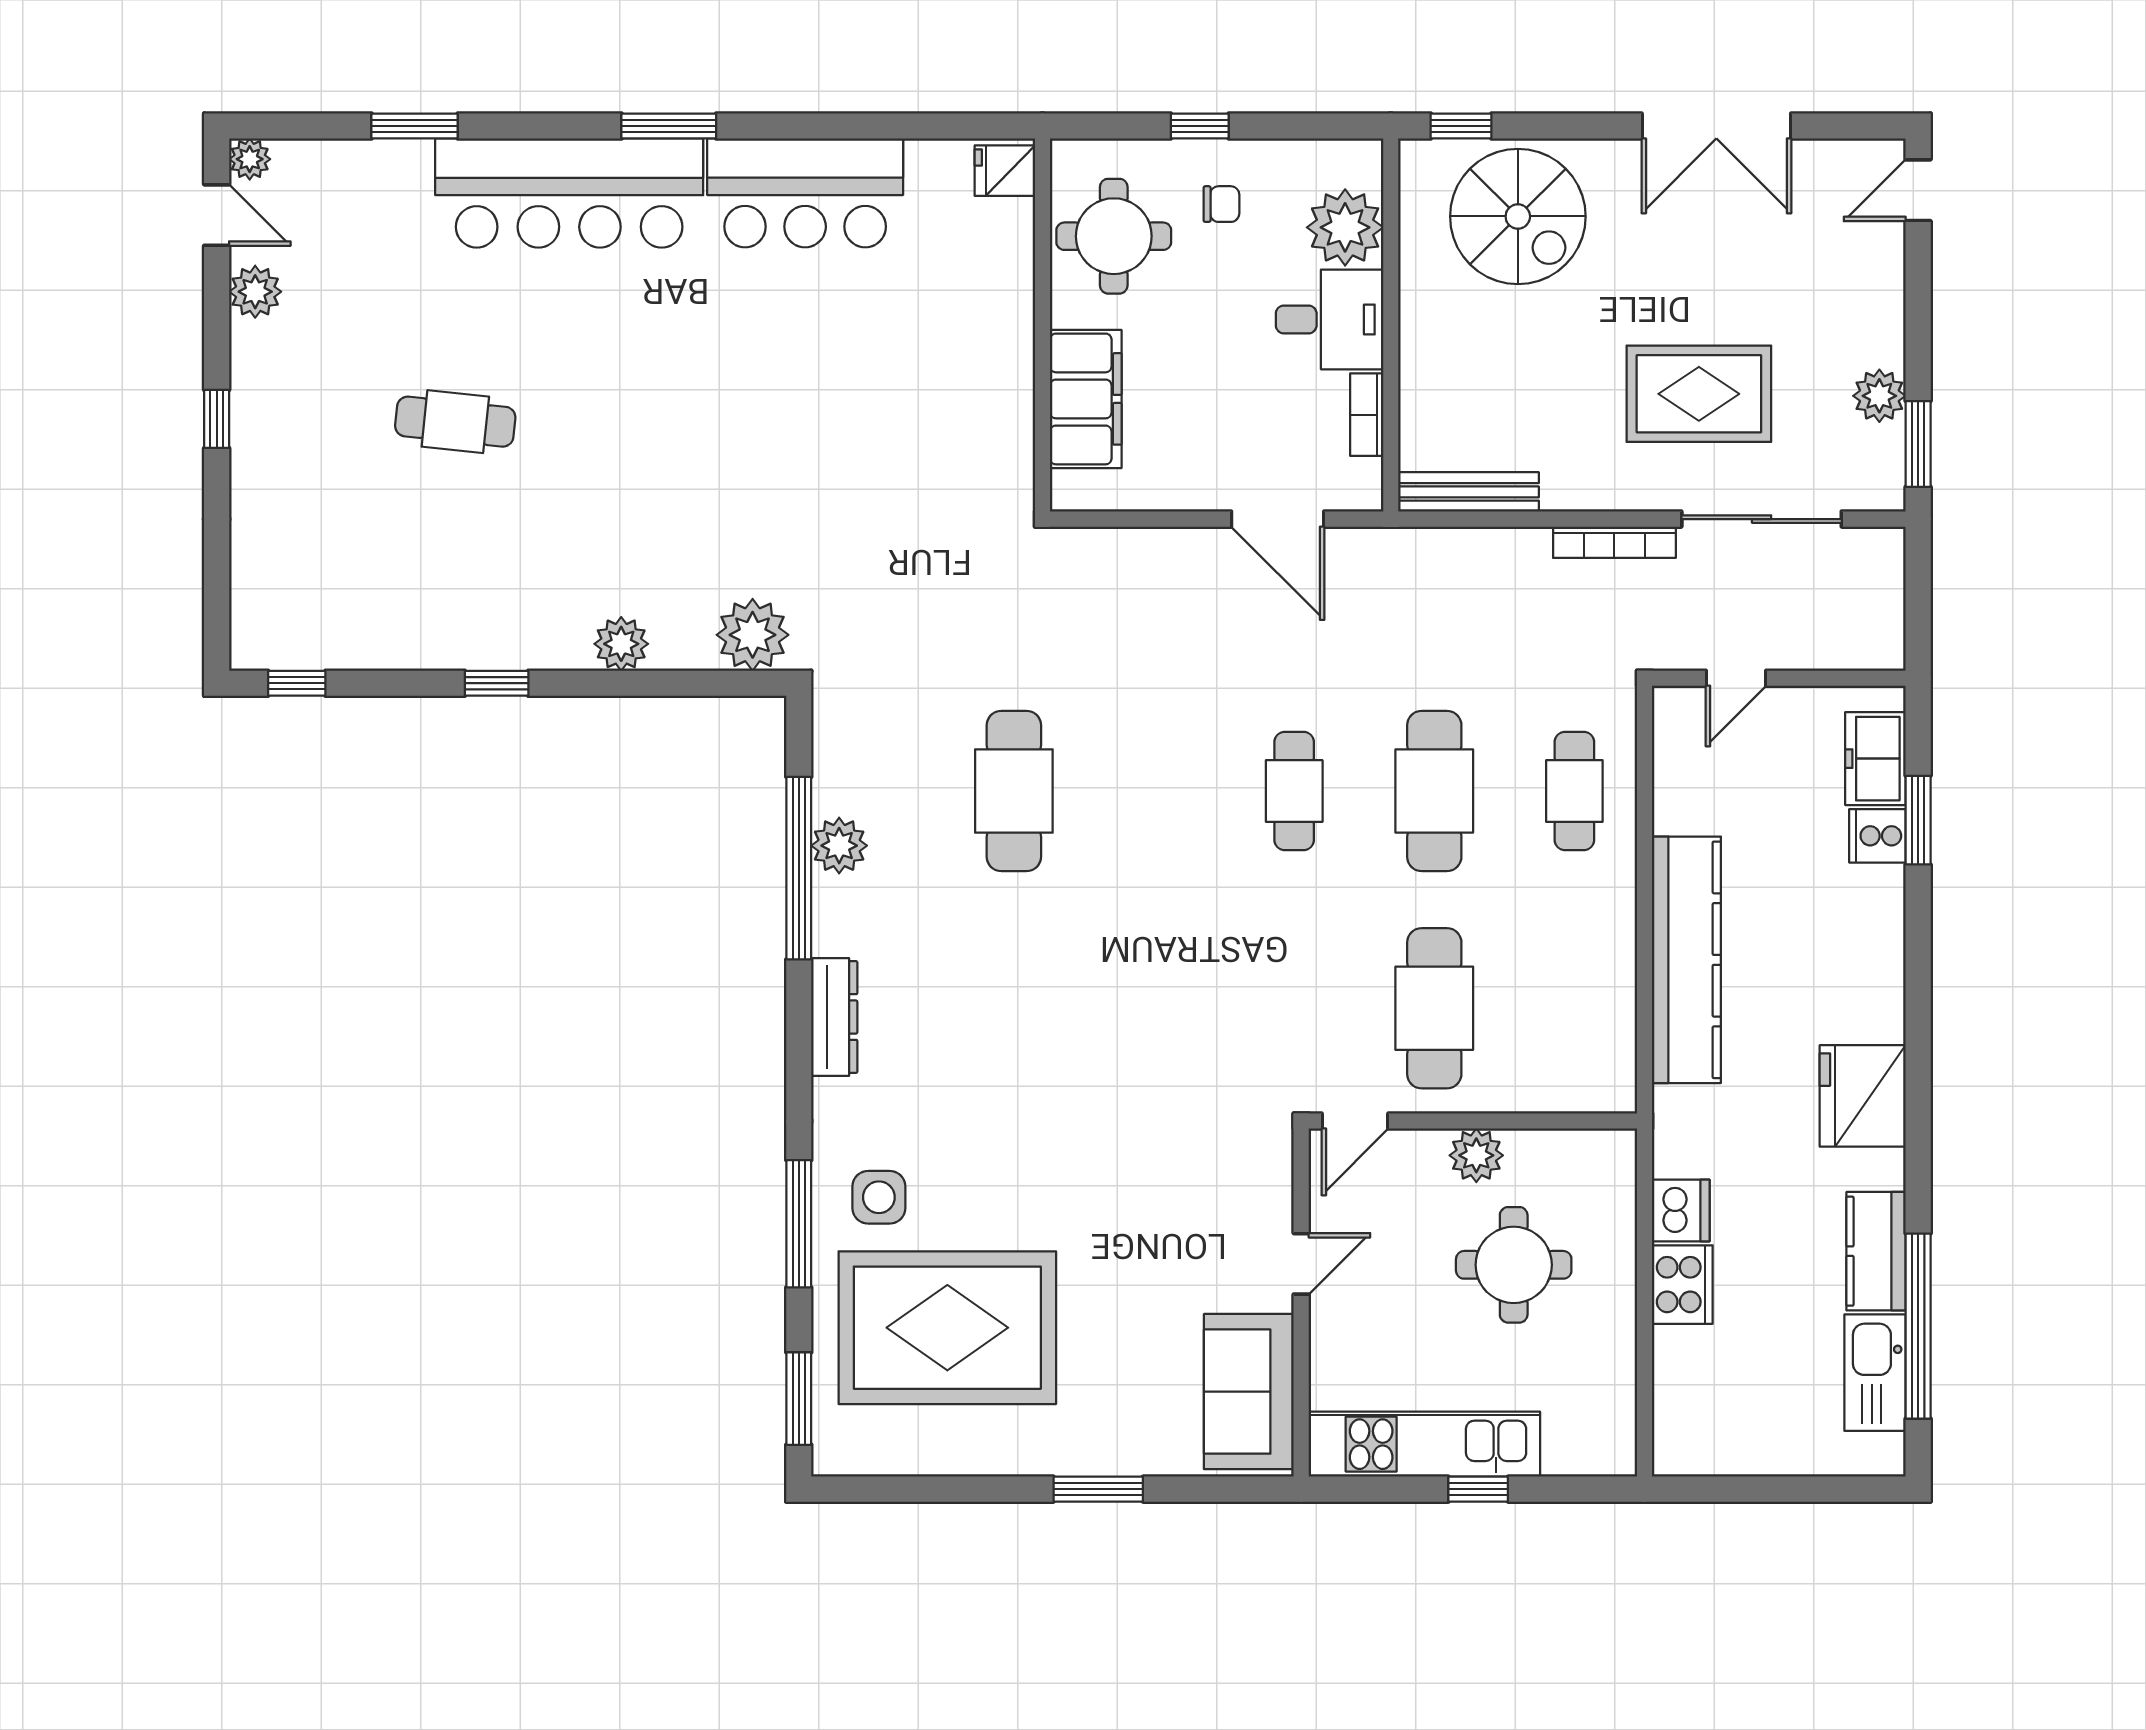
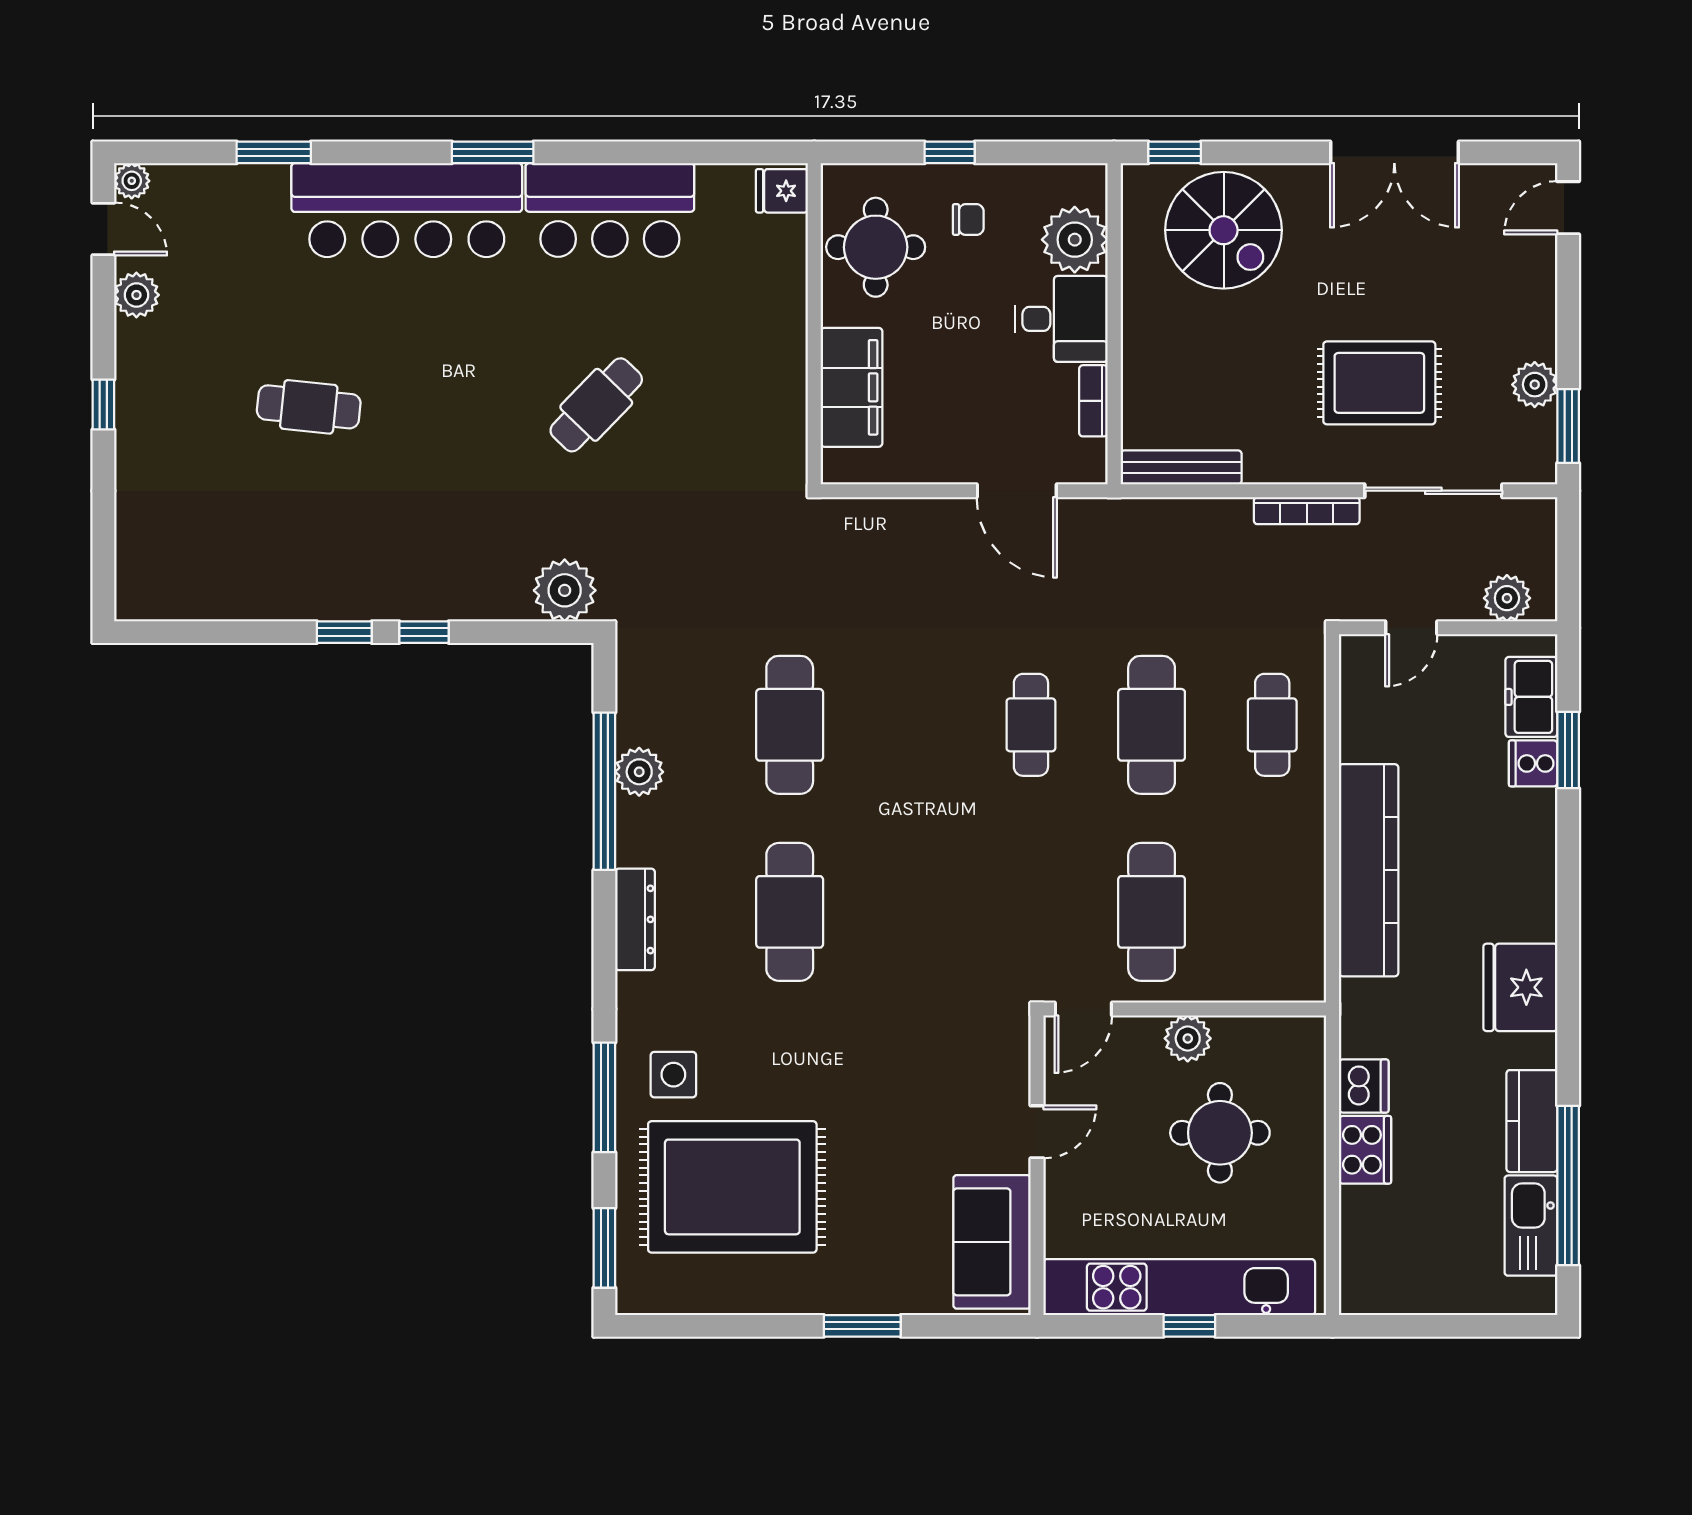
cafe table: (789, 419) -> (596, 405), added
plant: (621, 644) -> (1507, 598), moved
window: (297, 683) -> (424, 632), moved
cafe table: (1014, 1008) -> (790, 912), added
kitchen unit: (1424, 1444) -> (1179, 1287), width x1.36

